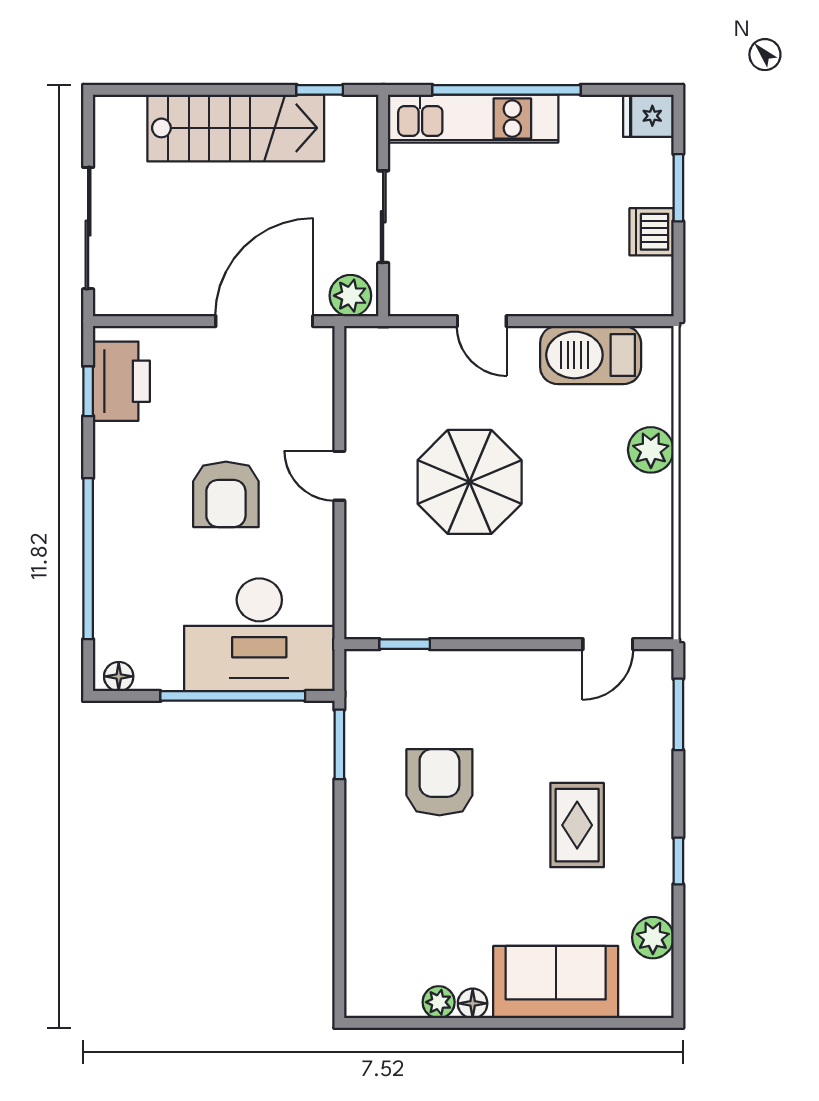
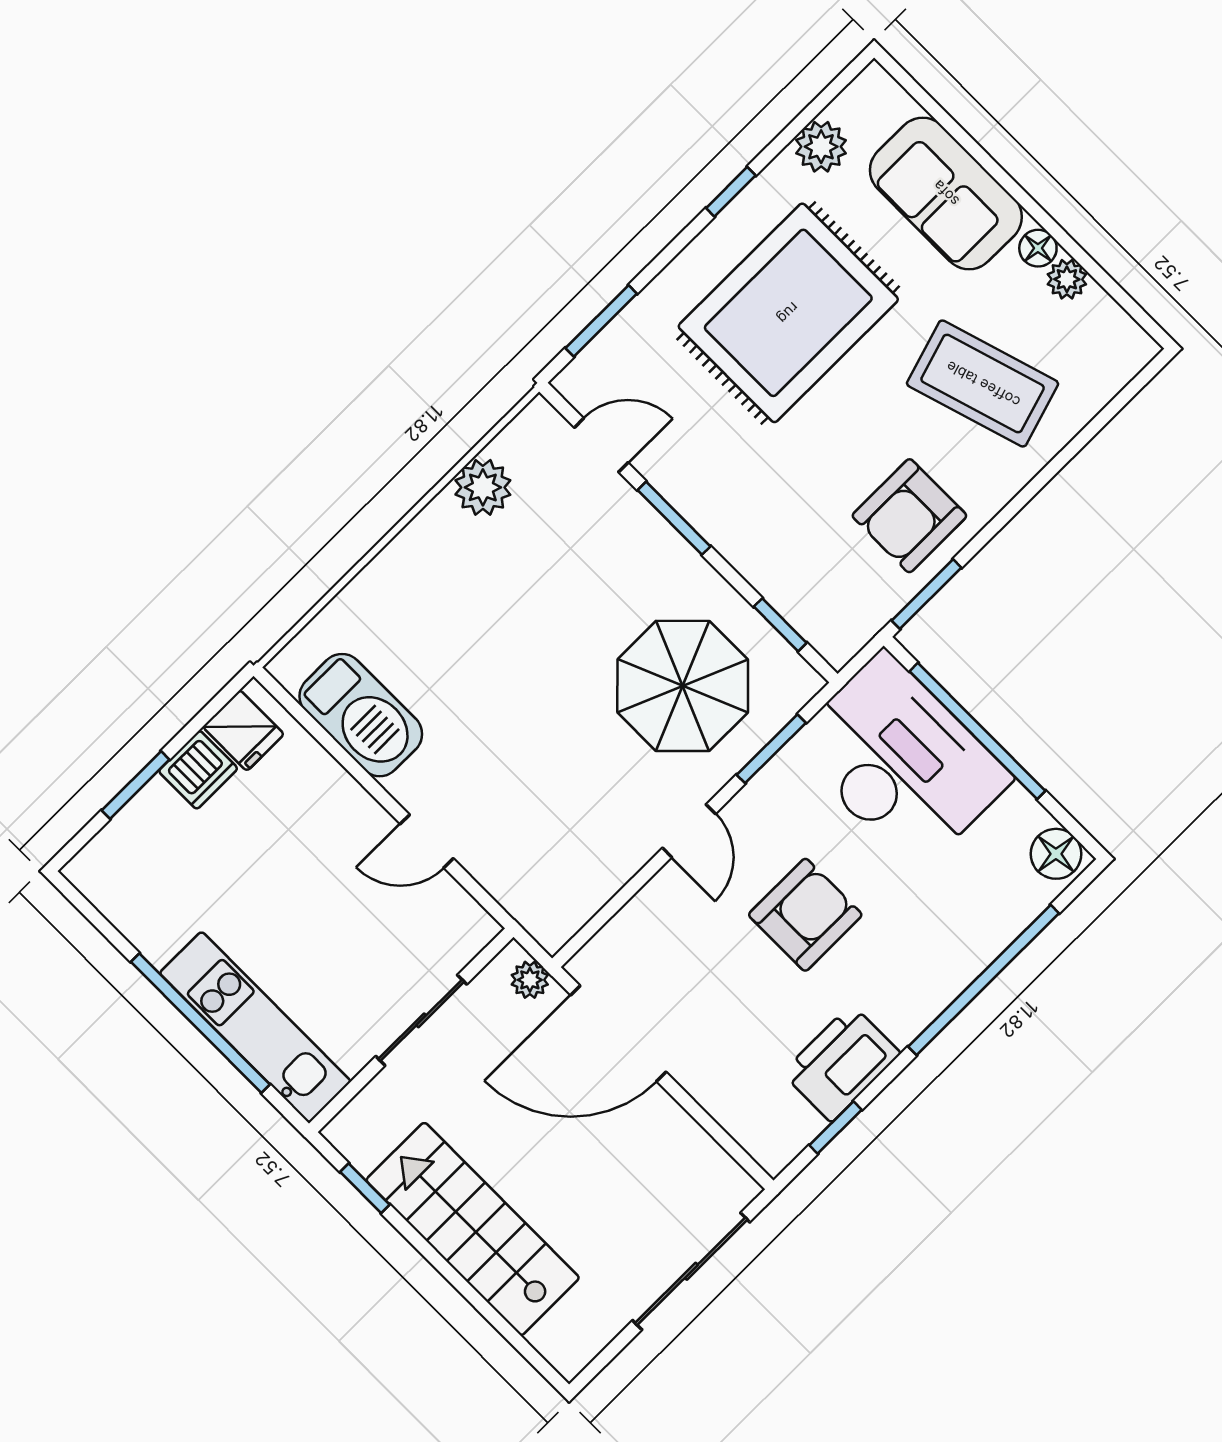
fridge: (648, 116) -> (243, 730), moved
plant: (350, 296) -> (530, 980), width x0.73, depth x0.73
door: (482, 321) -> (427, 841), swing flipped
printer: (121, 381) -> (841, 1063), moved
plant: (651, 450) -> (483, 487), moved
parasol: (470, 482) -> (683, 686), moved
window: (339, 569) -> (771, 749), added
window: (525, 644) -> (674, 518), added
floor lamp: (119, 676) -> (1056, 854), width x1.37, depth x1.37
armchair: (439, 782) -> (909, 516), moved
rug: (577, 825) -> (788, 313), width x1.86, depth x2.06
coffee table: (427, 895) -> (983, 384), added

